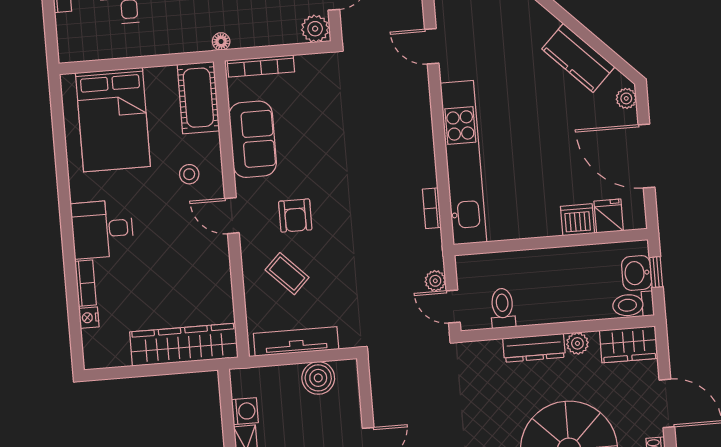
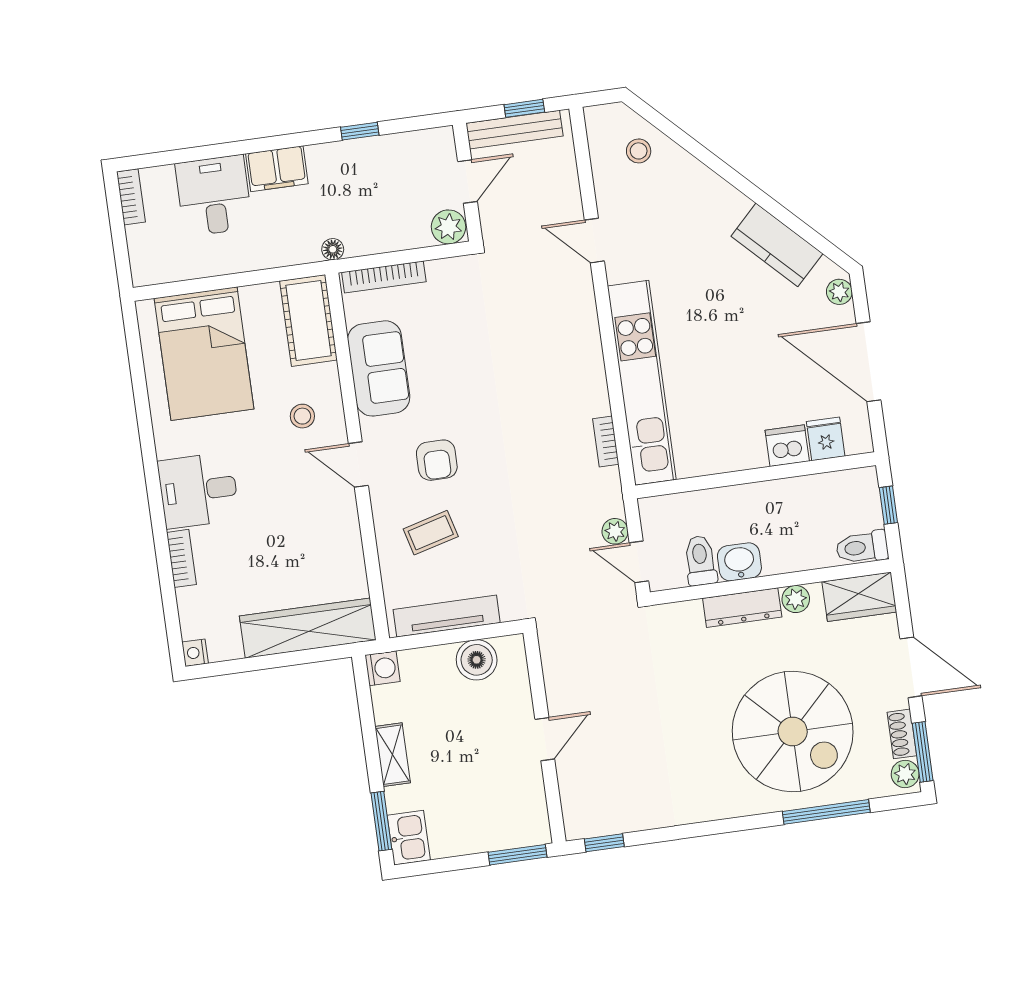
washbasin: (637, 273) -> (739, 562), moved, turned 90
coffee table: (287, 274) -> (431, 533), turned -60
nightstand: (89, 318) -> (195, 653), moved
washing machine: (245, 411) -> (383, 668), moved

